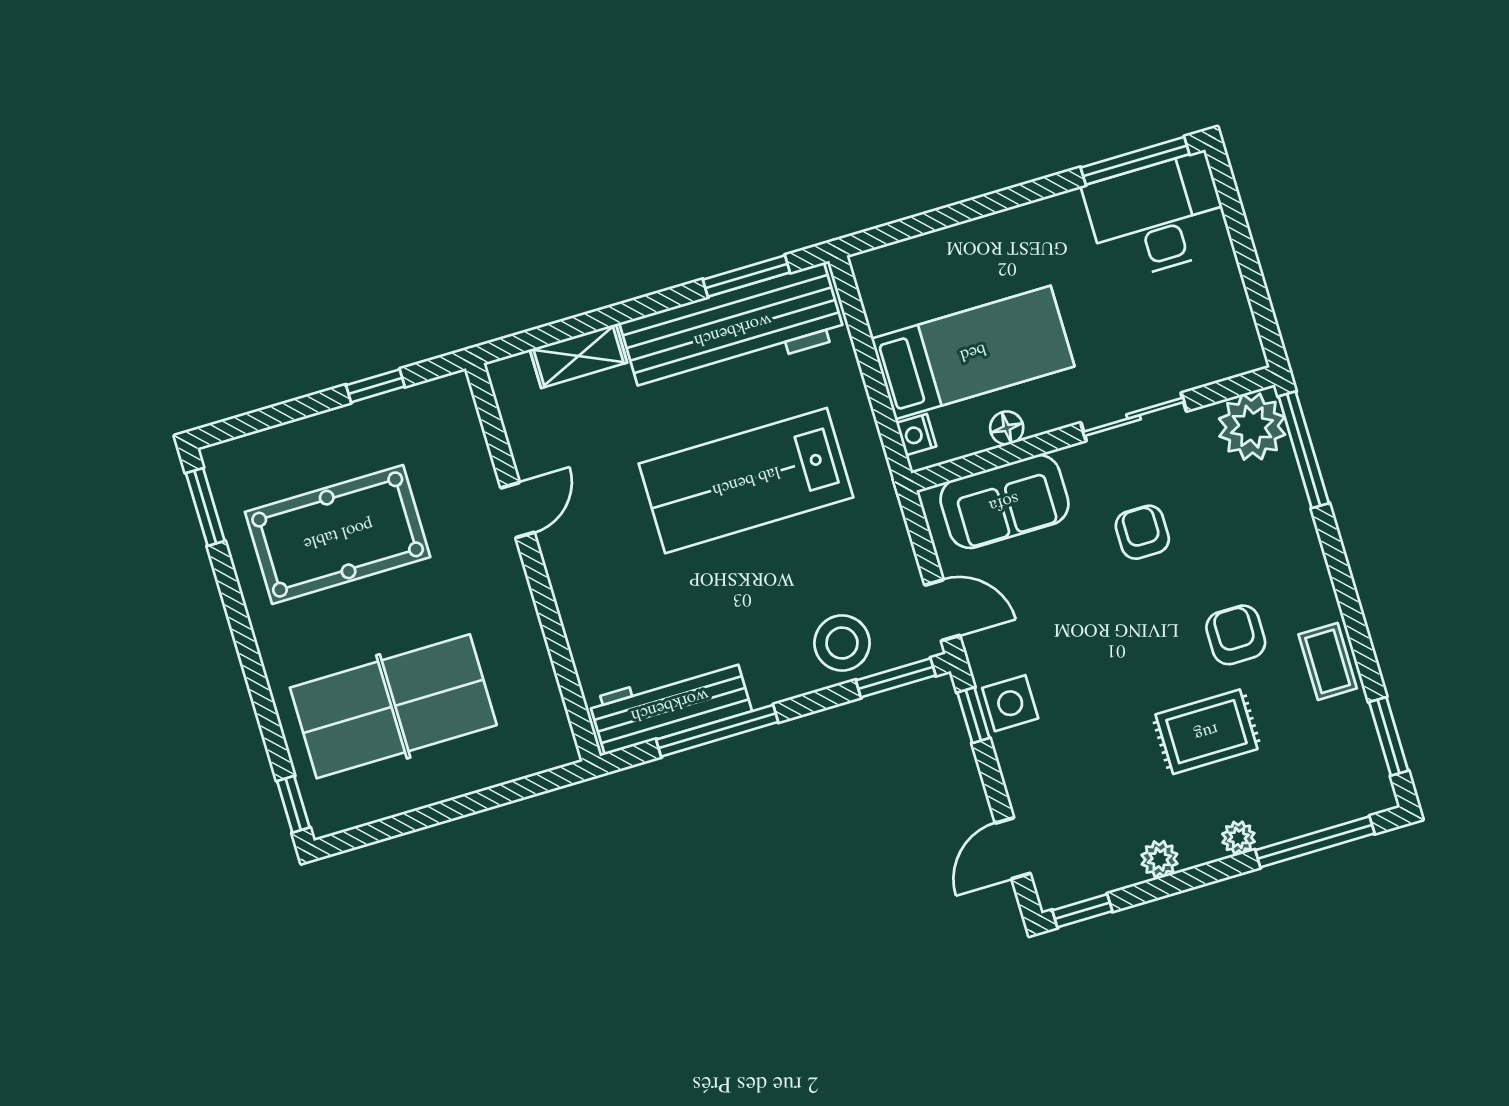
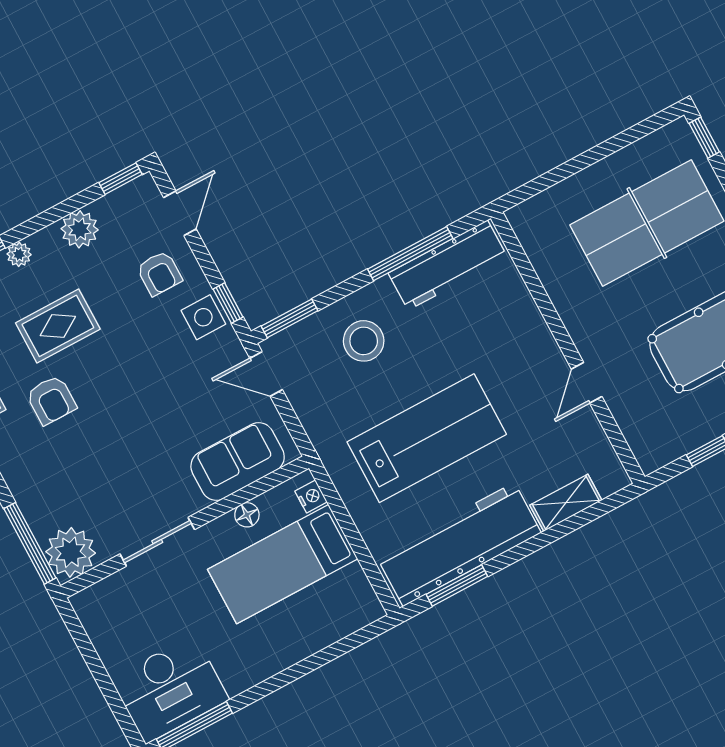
armchair: (1142, 532) -> (159, 273), moved
stool: (842, 643) -> (364, 341), moved
plant: (1160, 859) -> (80, 229), width x1.38, depth x1.38

